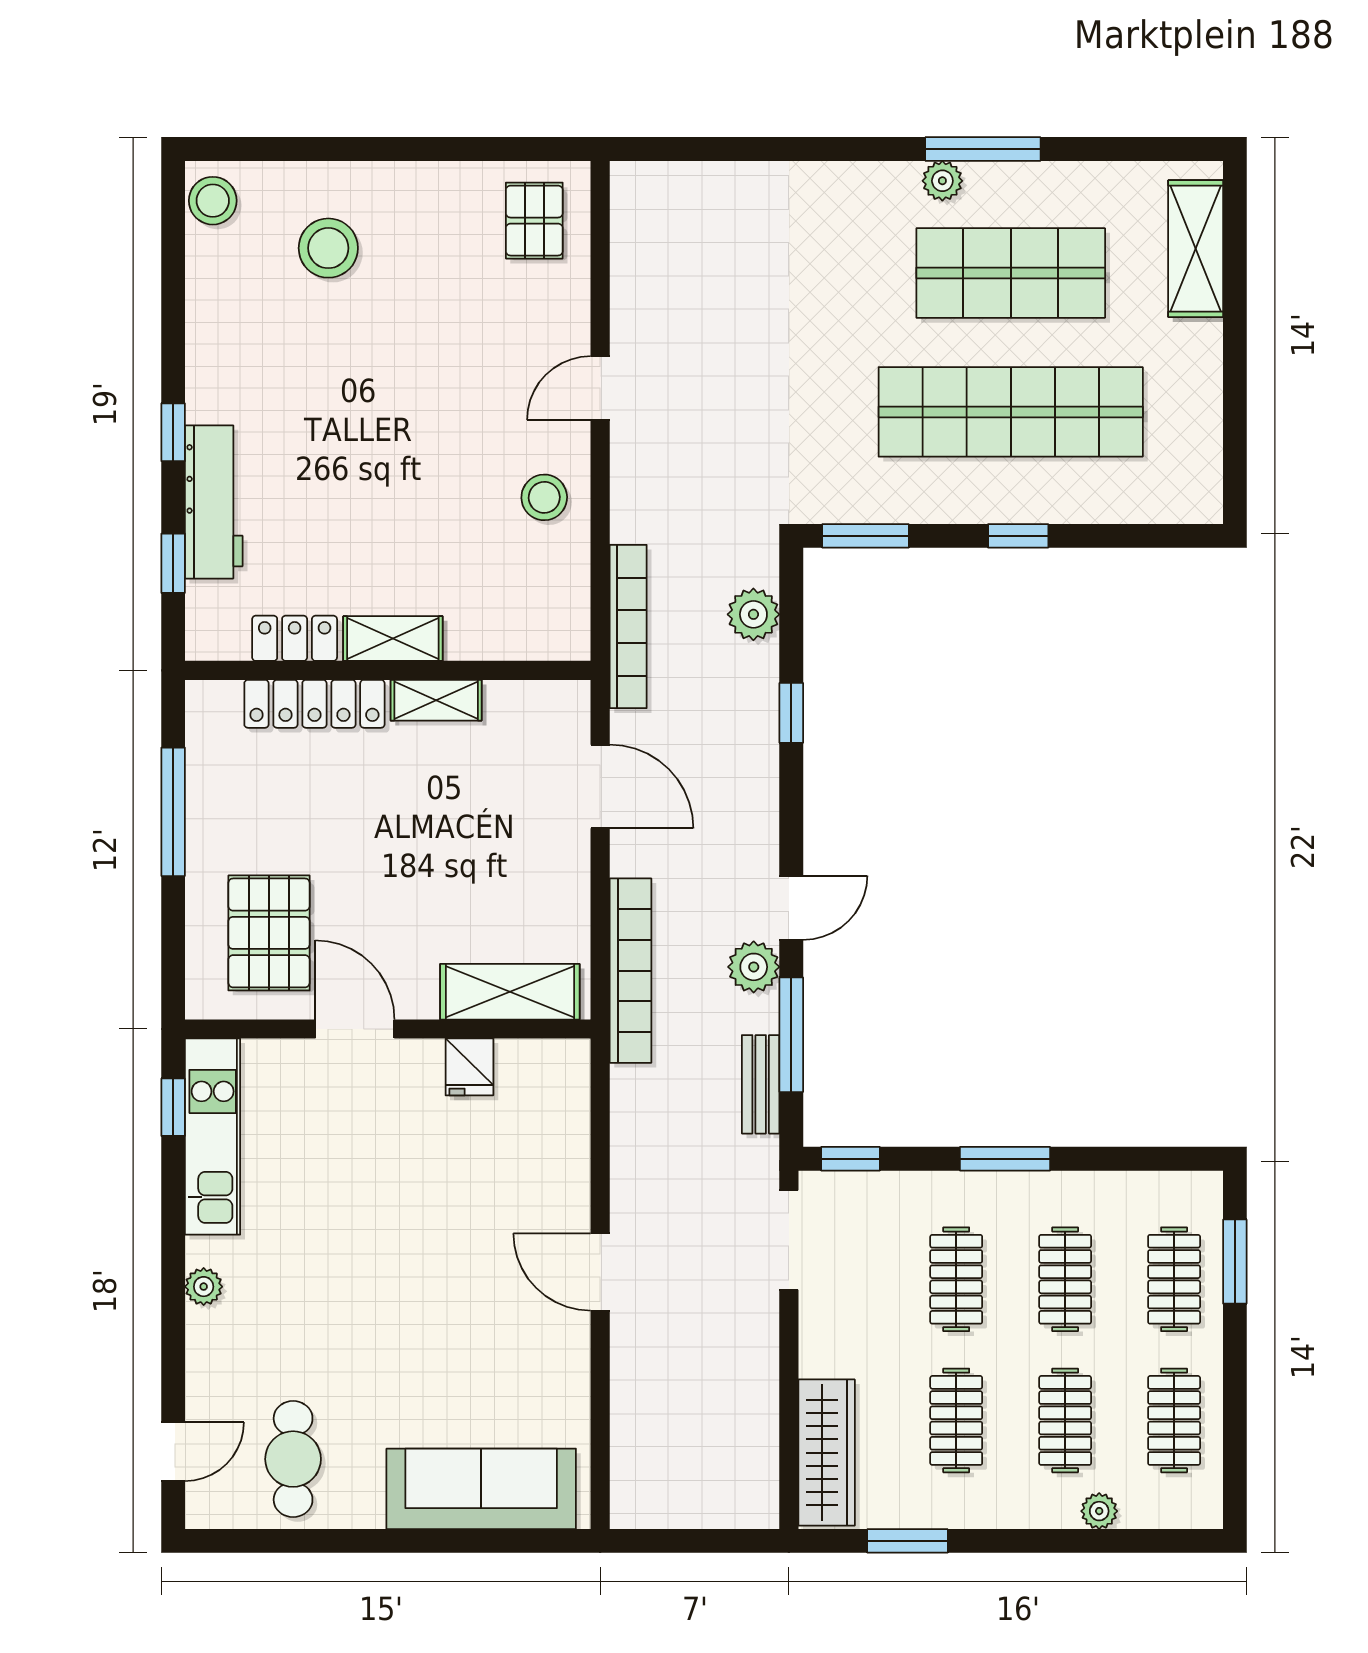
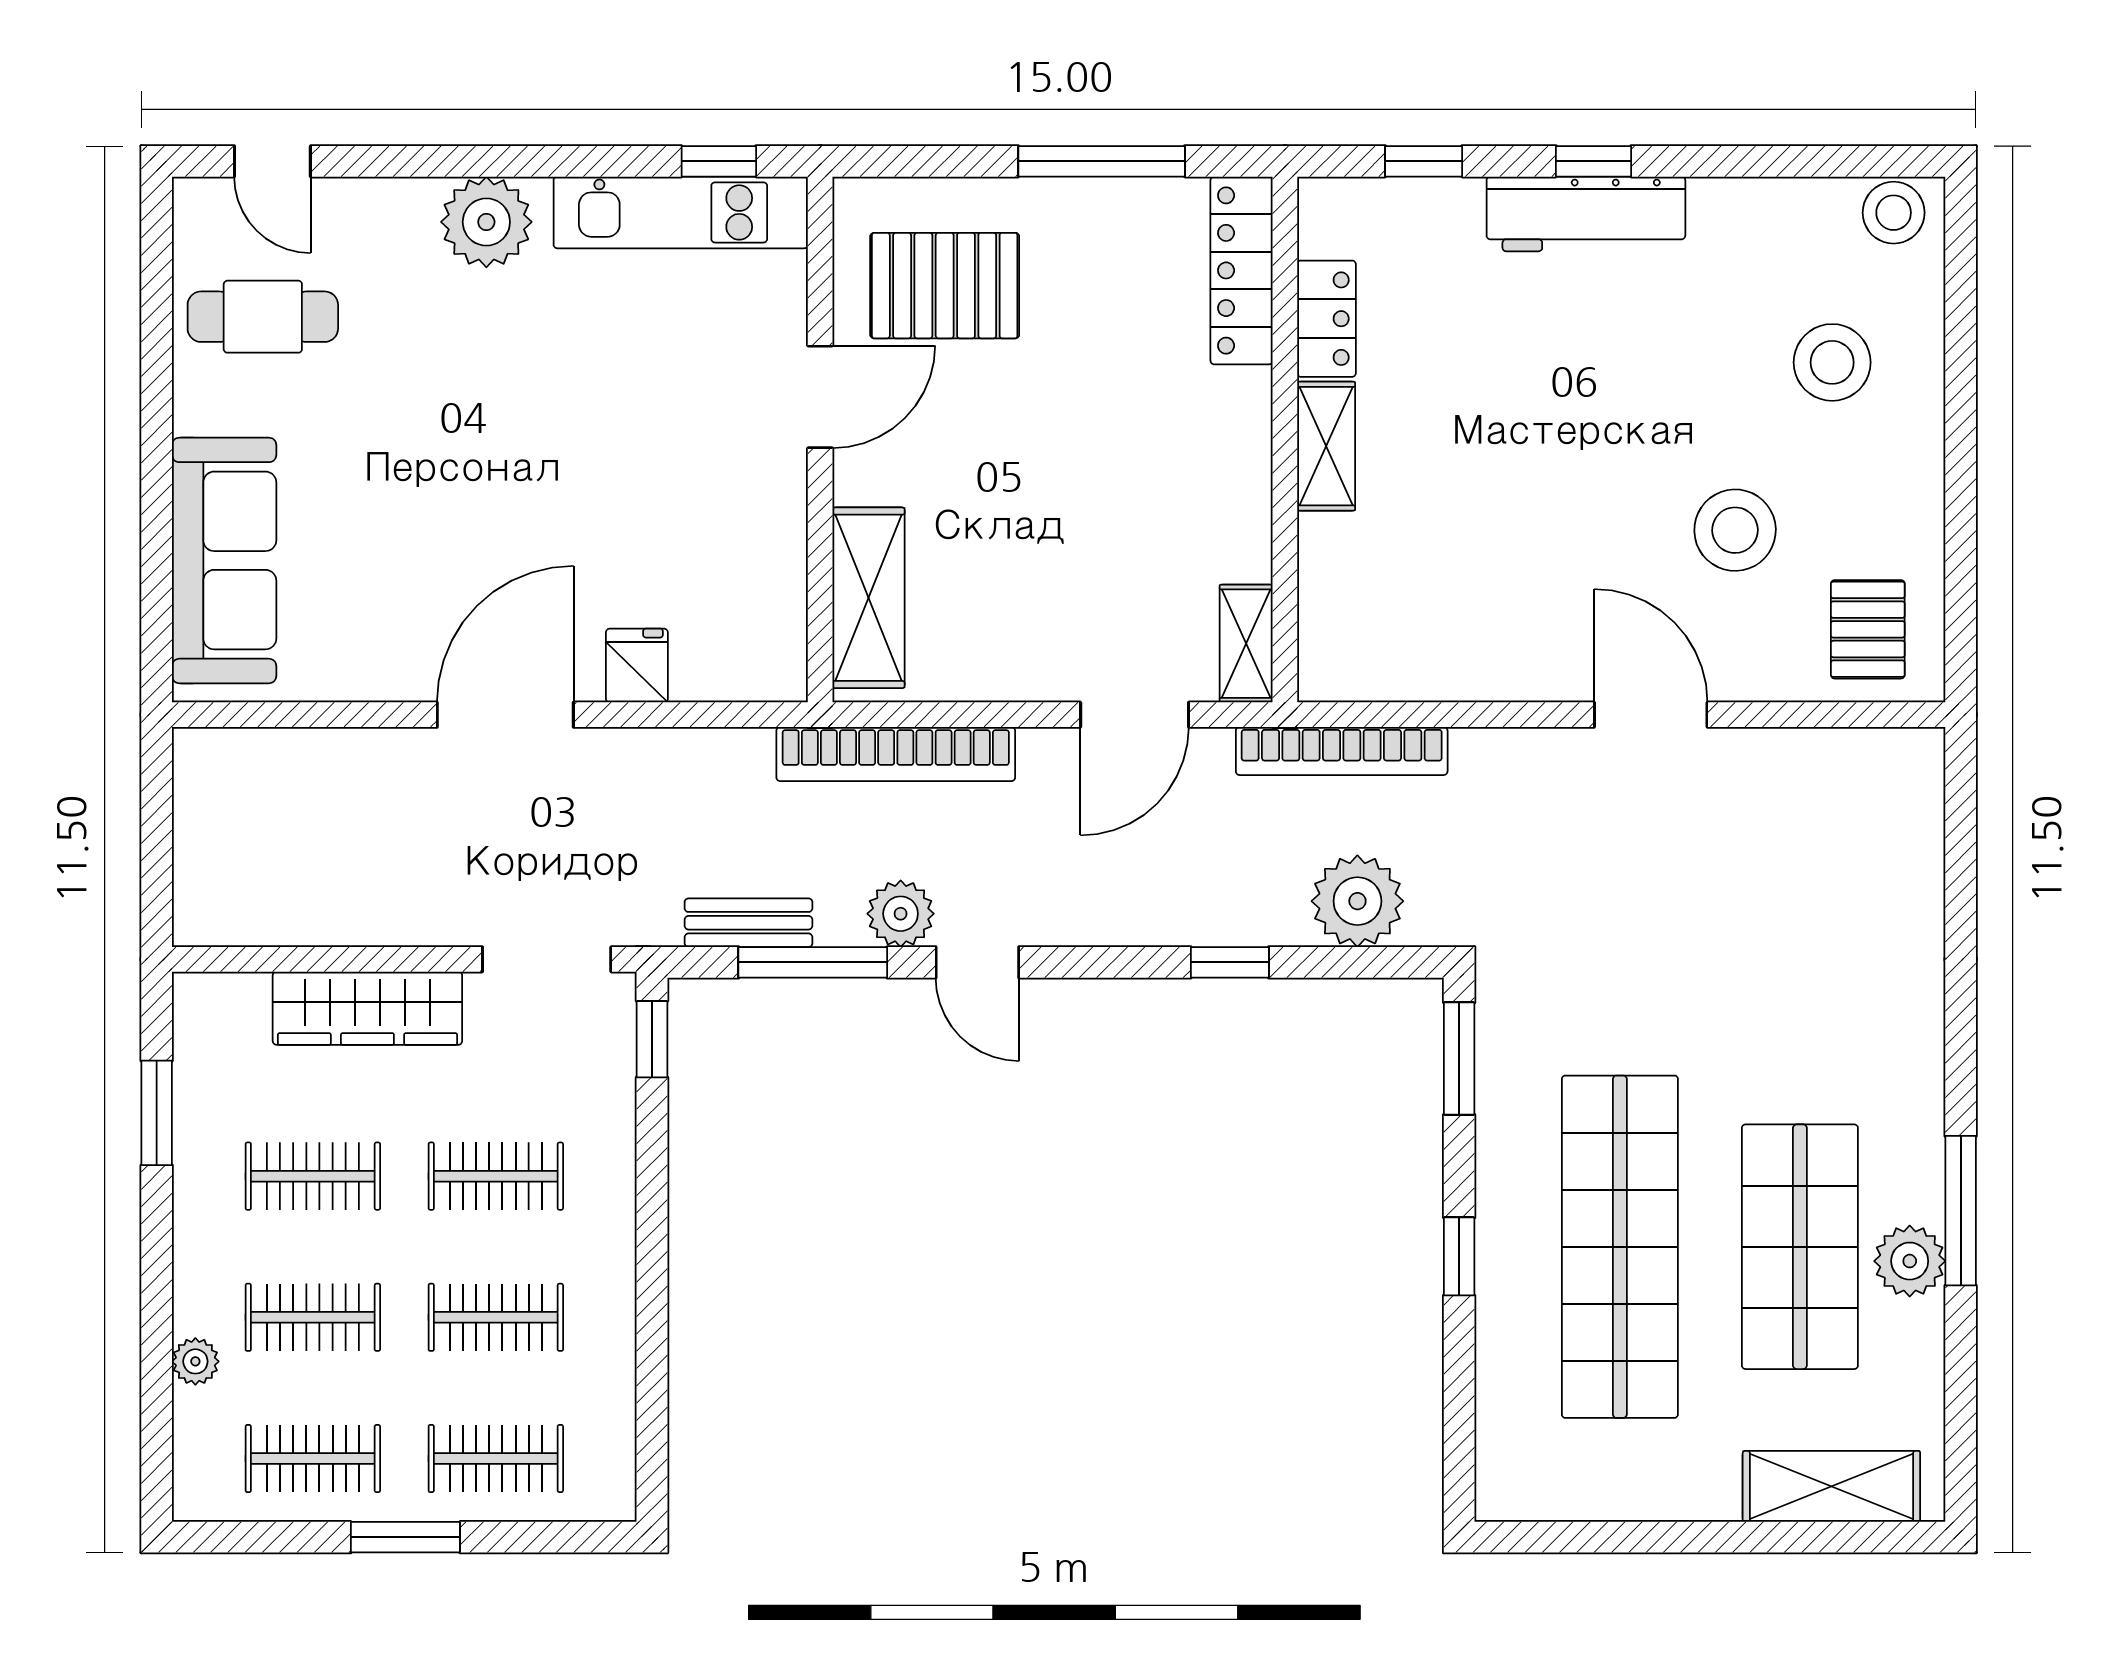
plant: (942, 181) -> (1910, 1261), moved, width x1.38, depth x1.38
pallet: (534, 221) -> (1868, 629), turned 90
door: (600, 388) -> (1651, 715), width x1.37
stool: (544, 497) -> (1735, 530), moved, width x1.38, depth x1.38
workbench: (214, 502) -> (1586, 214), moved
plant: (753, 614) -> (1357, 901), width x1.36, depth x1.36
shelving: (436, 700) -> (1246, 644), moved
locker: (314, 704) -> (1242, 270), moved
fridge: (469, 1067) -> (637, 666), moved, turned 90
window: (1005, 1159) -> (652, 1239), removed
window: (1235, 1262) -> (405, 1537), moved
door: (600, 1272) -> (505, 715), width x1.36
plant: (204, 1287) -> (486, 222), width x1.87, depth x1.87
wardrobe: (827, 1453) -> (367, 1008), moved

